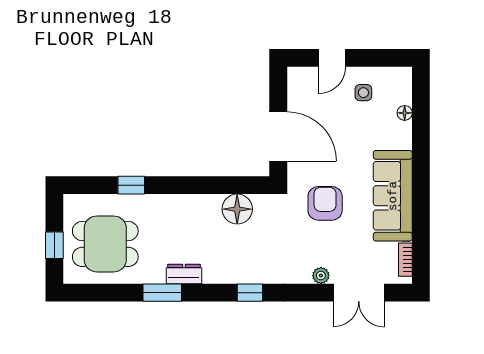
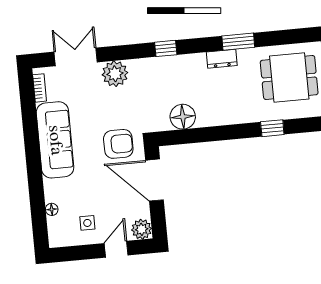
plant: (299, 79) -> (142, 229), added
armchair: (325, 203) -> (118, 144), moved, turned -90
plant: (321, 276) -> (115, 74), width x1.88, depth x1.88

